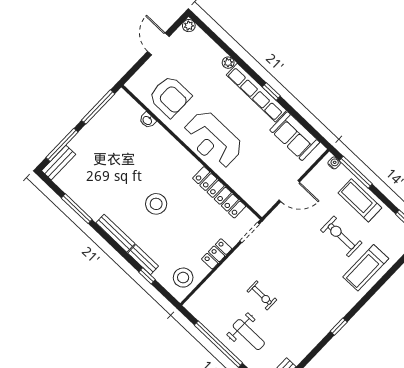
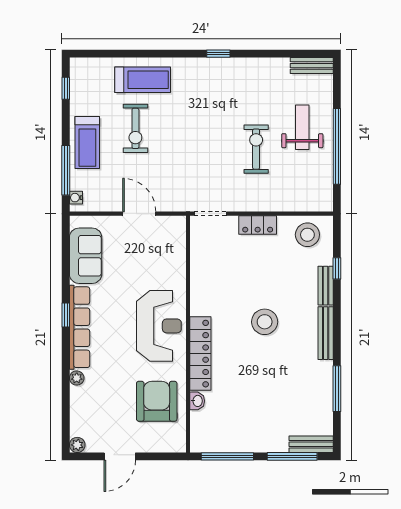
locker: (219, 192) -> (200, 354), moved
exercise bike: (262, 295) -> (256, 149), width x1.38, depth x1.39

